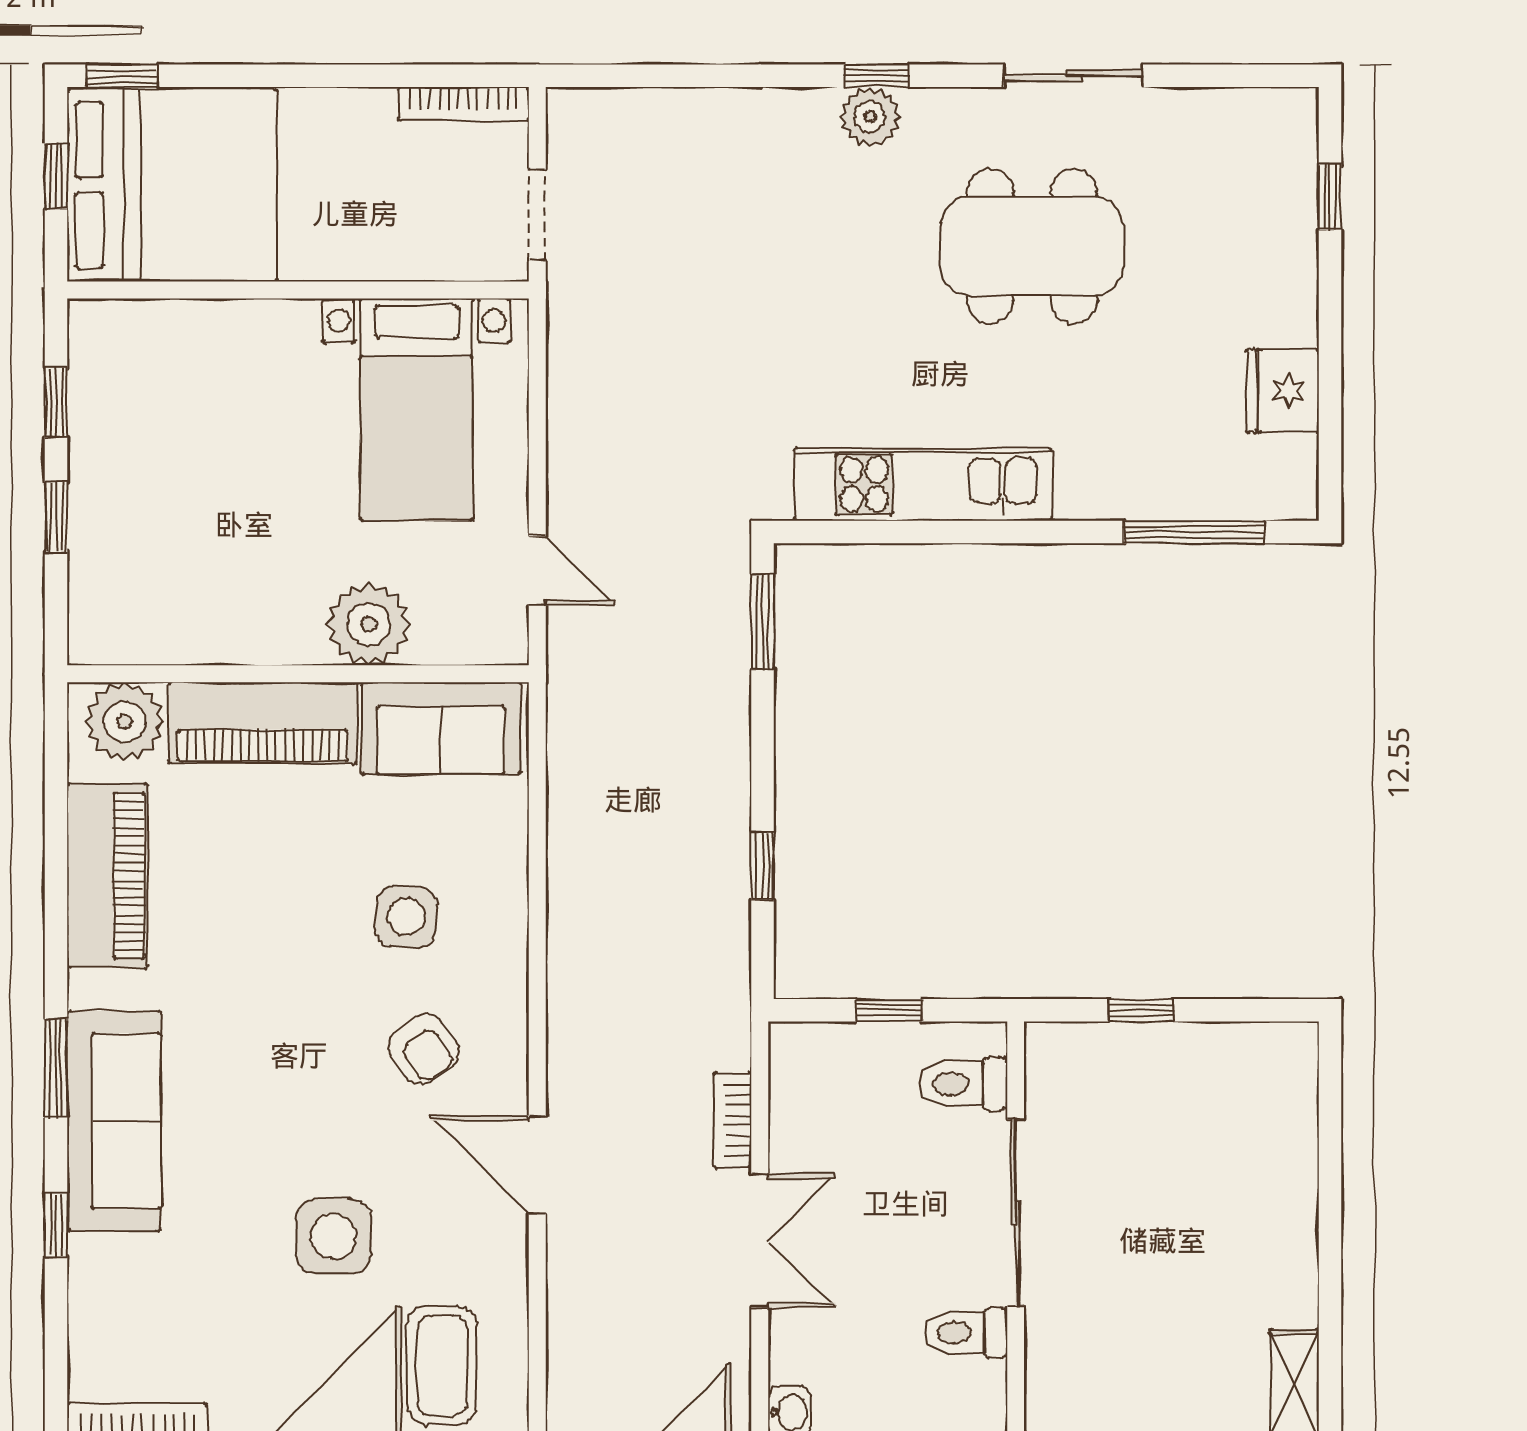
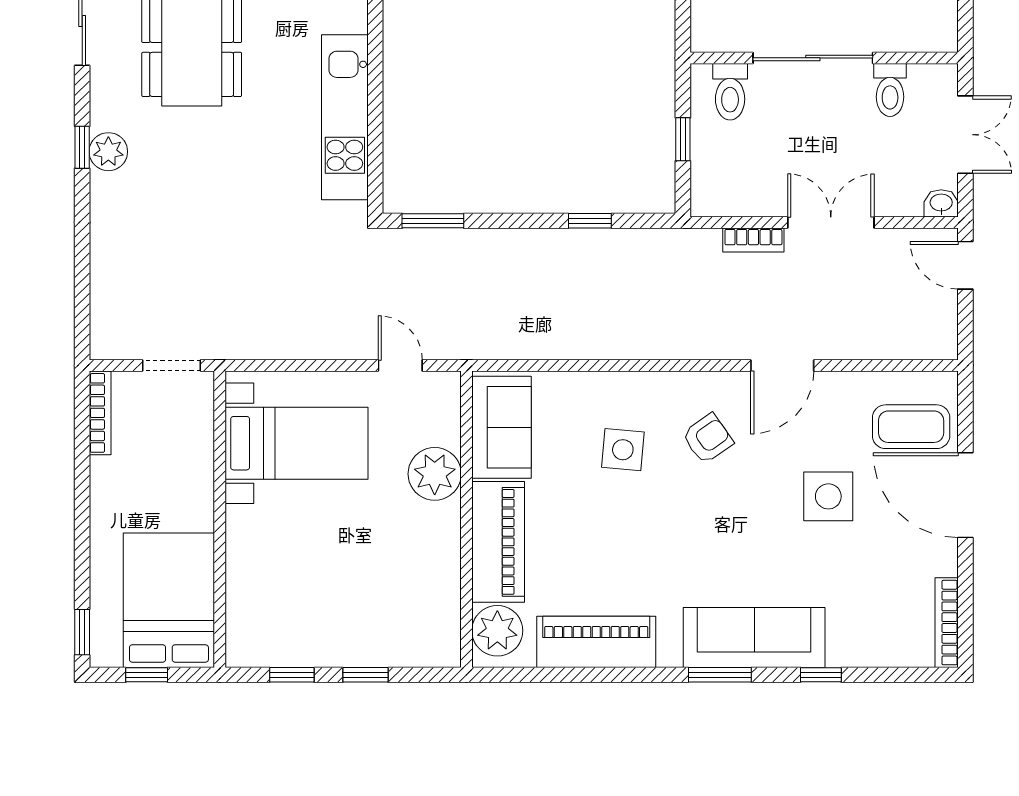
bed: (172, 185) -> (169, 600), width x0.73
door: (537, 571) -> (400, 365), hinge flipped

